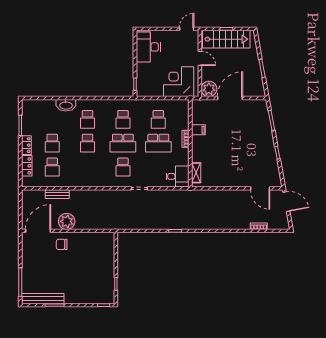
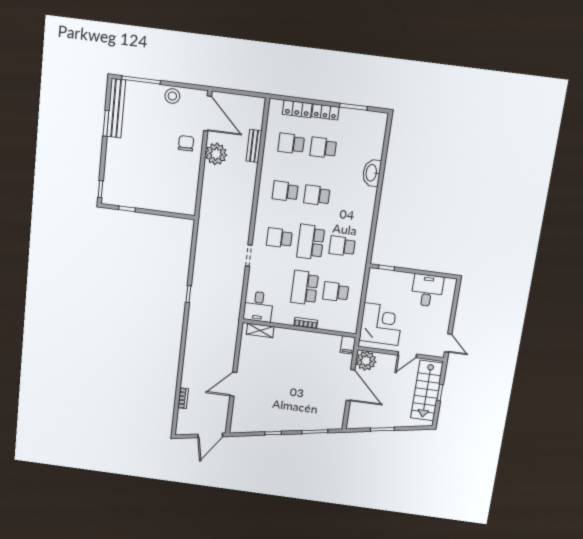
desk: (148, 47) -> (427, 291), width x0.73
school desk: (88, 119) -> (285, 191), moved
filing cabinet: (198, 130) -> (348, 345), moved
door: (260, 188) -> (233, 384), moved
stool: (29, 258) -> (172, 96), added

